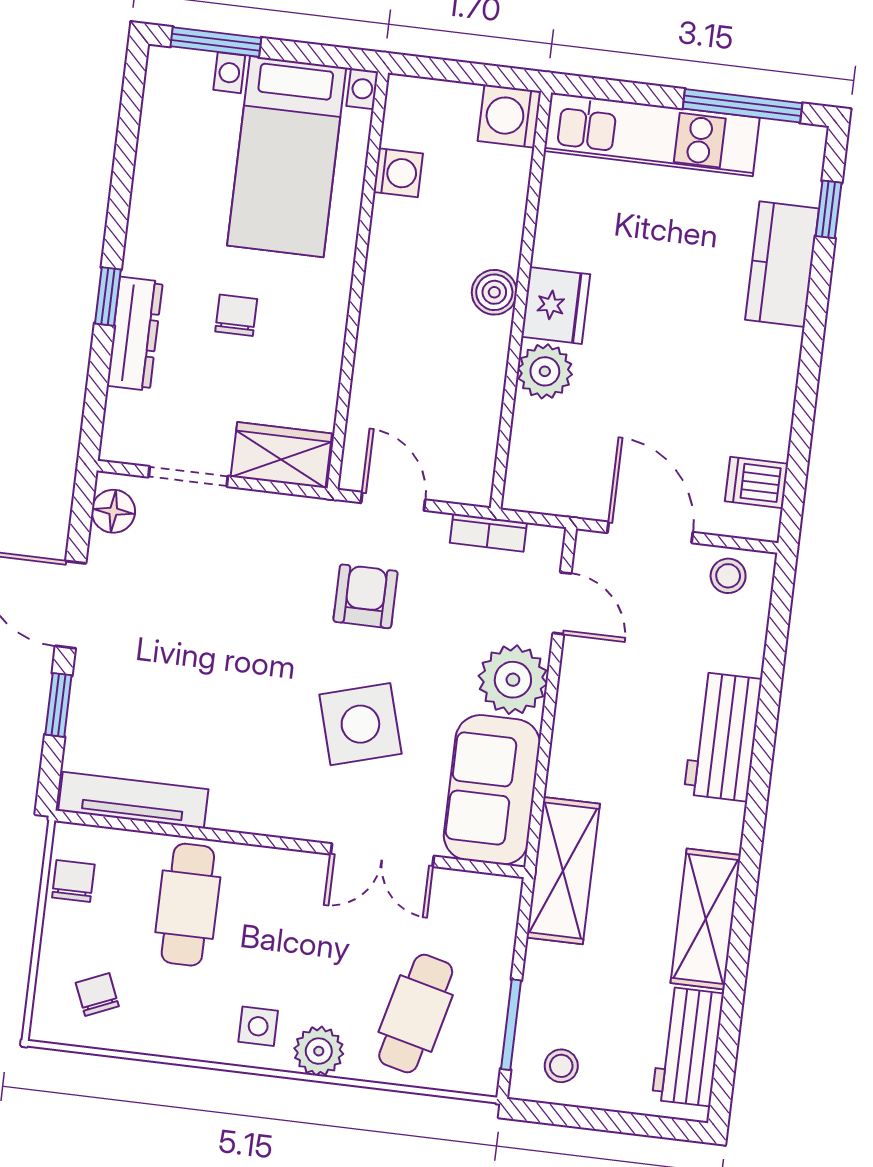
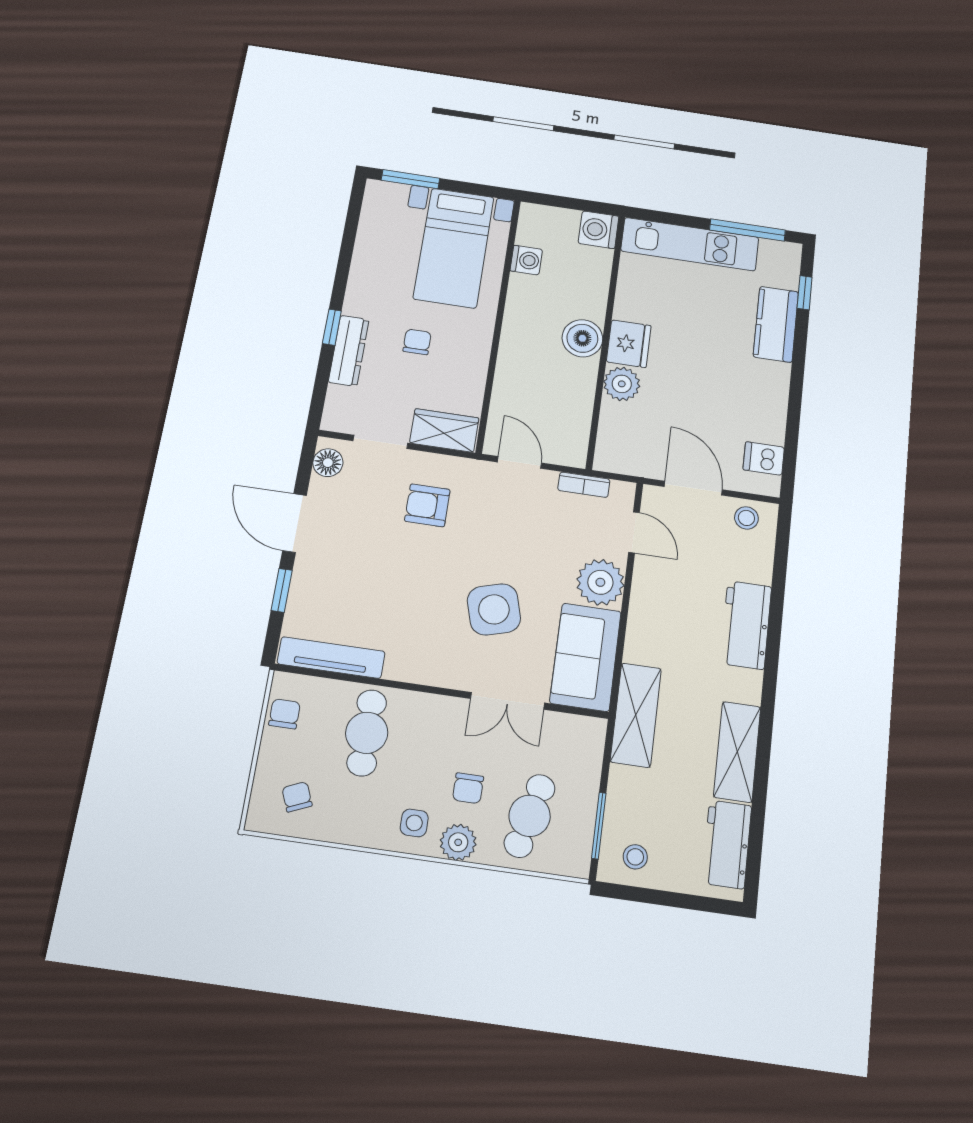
boiler: (494, 292) -> (582, 338), width x1.36, depth x1.36
armchair: (365, 596) -> (427, 505), moved, turned -90
chair: (330, 978) -> (468, 788), added

